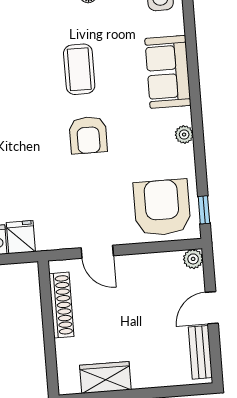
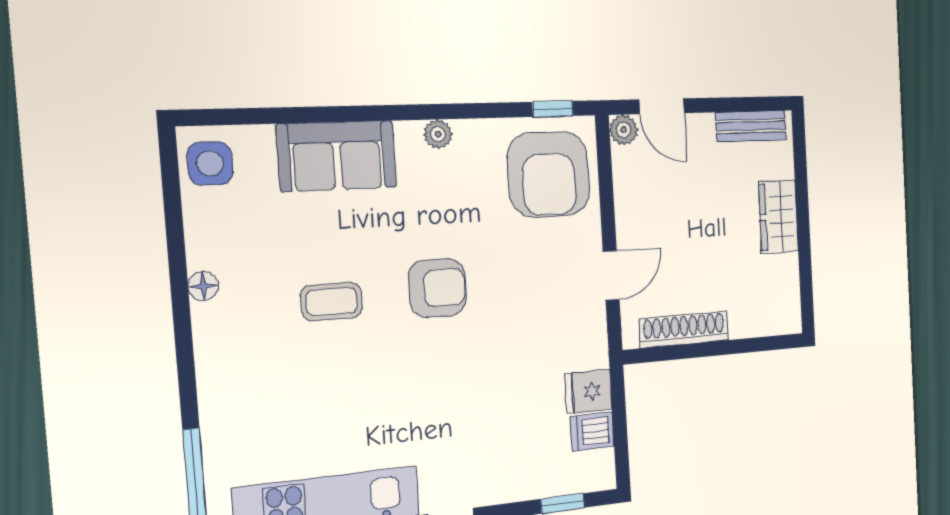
coffee table: (79, 69) -> (332, 302), width x0.73, depth x0.77
armchair: (162, 208) -> (549, 174), turned -90
door: (212, 308) -> (662, 106), moved
wardrobe: (105, 377) -> (778, 217), moved

